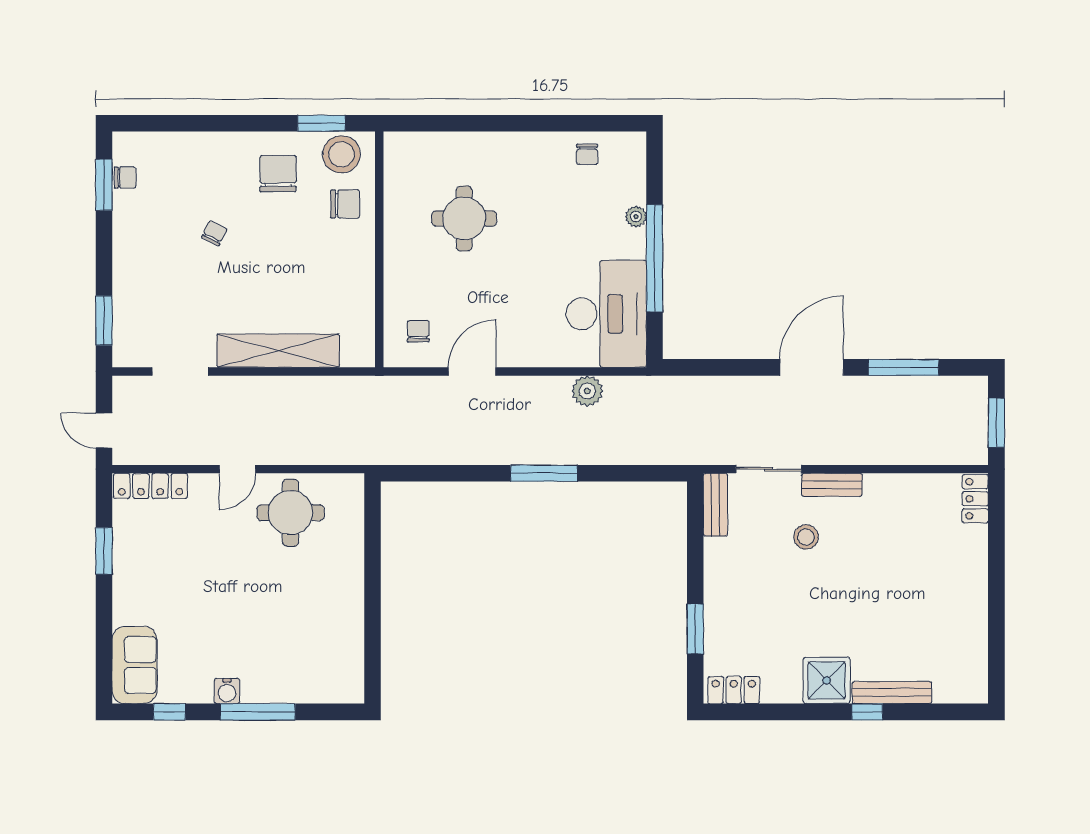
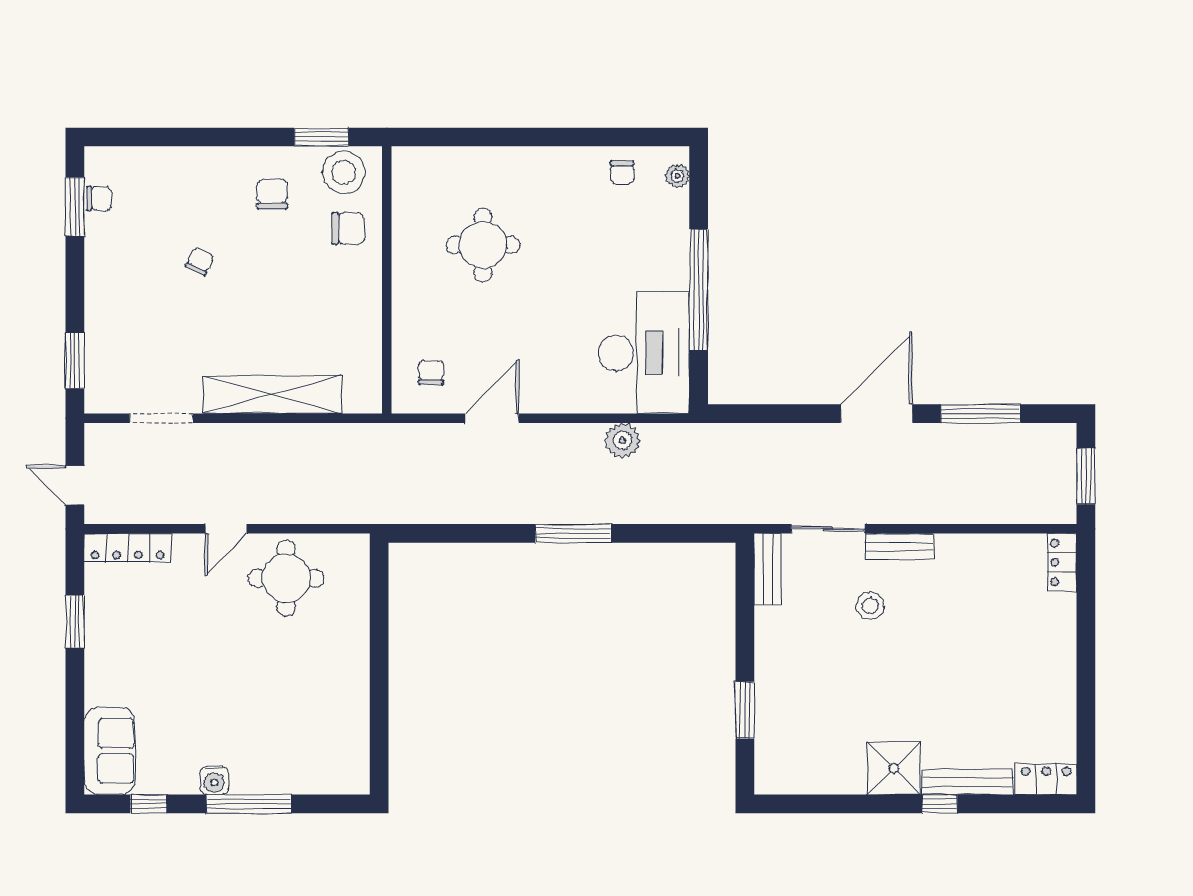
chair: (278, 174) -> (272, 194), width x0.73, depth x0.73
plant: (636, 217) -> (678, 176), moved
locker: (734, 690) -> (1046, 779), moved

